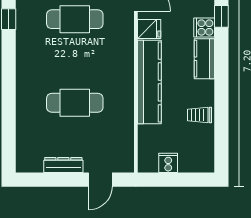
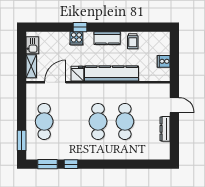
window: (221, 16) -> (80, 27), moved
cafe table: (75, 19) -> (98, 121), moved
kitchen counter: (204, 59) -> (107, 38), moved

